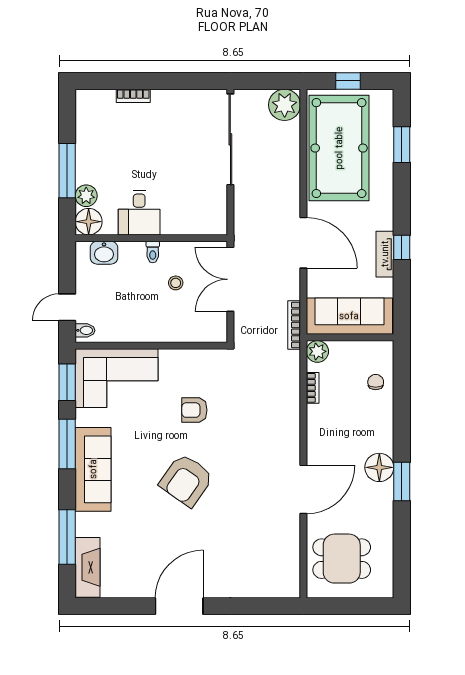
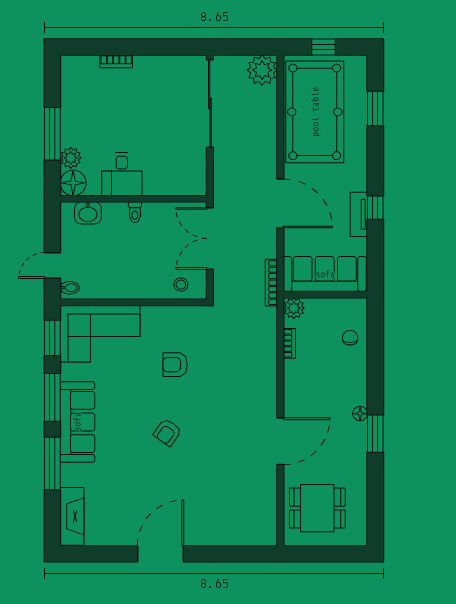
stool: (176, 283) -> (181, 285), moved
floor lamp: (379, 467) -> (360, 414), width x0.53, depth x0.53
armchair: (186, 480) -> (167, 432), width x0.53, depth x0.53
window: (67, 537) -> (52, 463), moved

